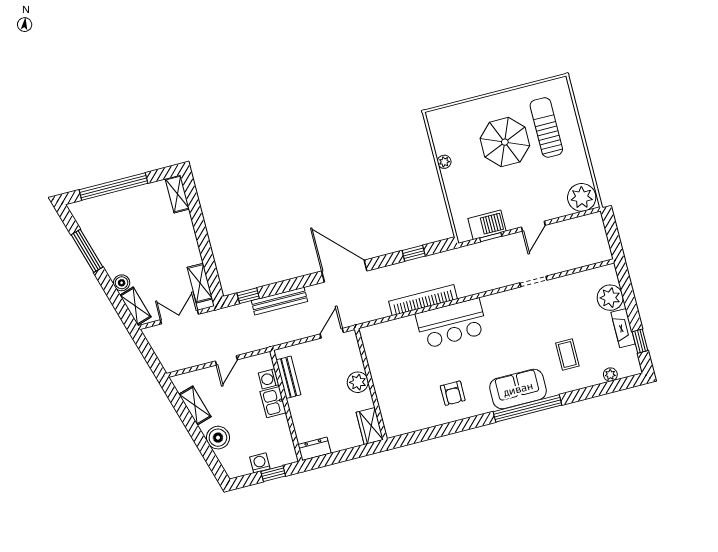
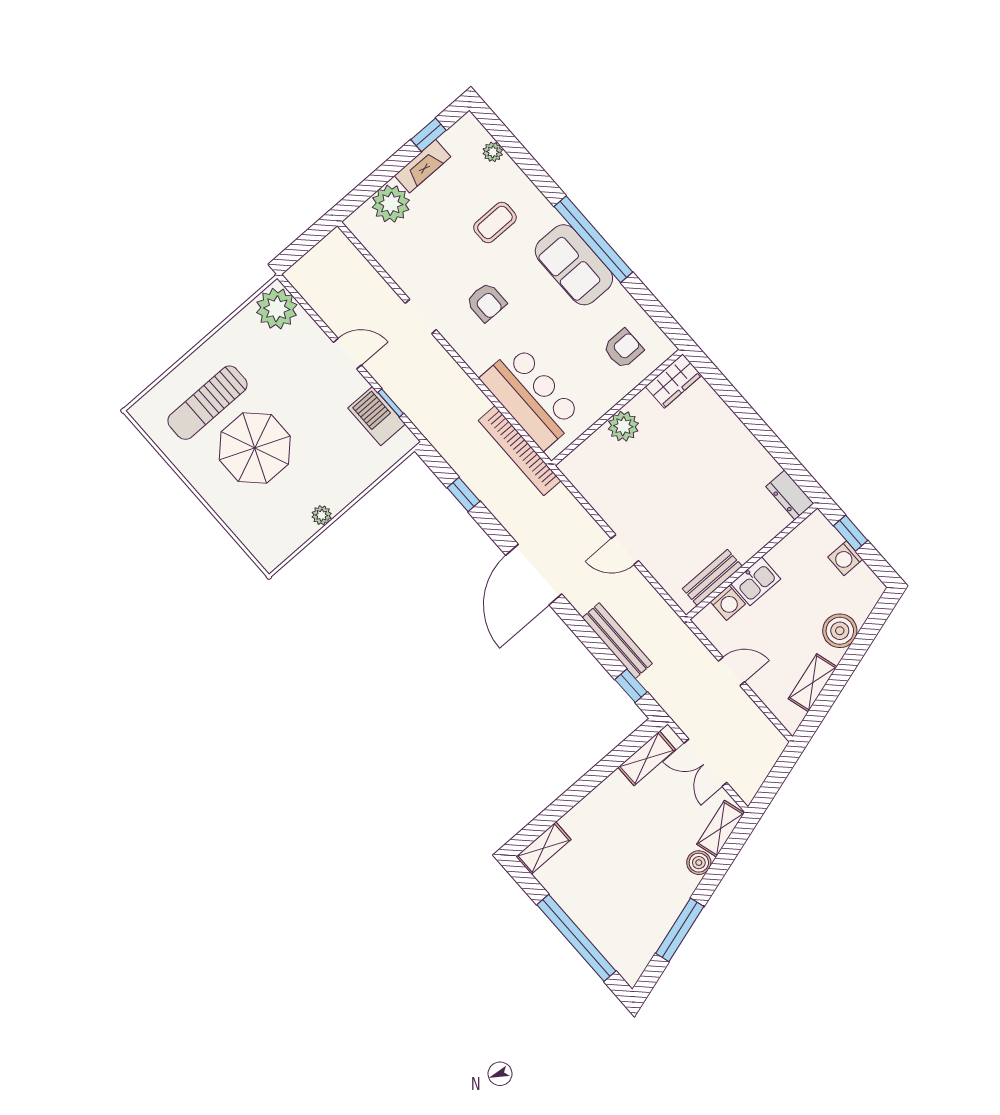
armchair: (522, 325) -> (486, 302), added
plant: (358, 382) -> (623, 426), moved
wall: (371, 384) -> (617, 408), moved
wardrobe: (370, 426) -> (674, 381), moved

